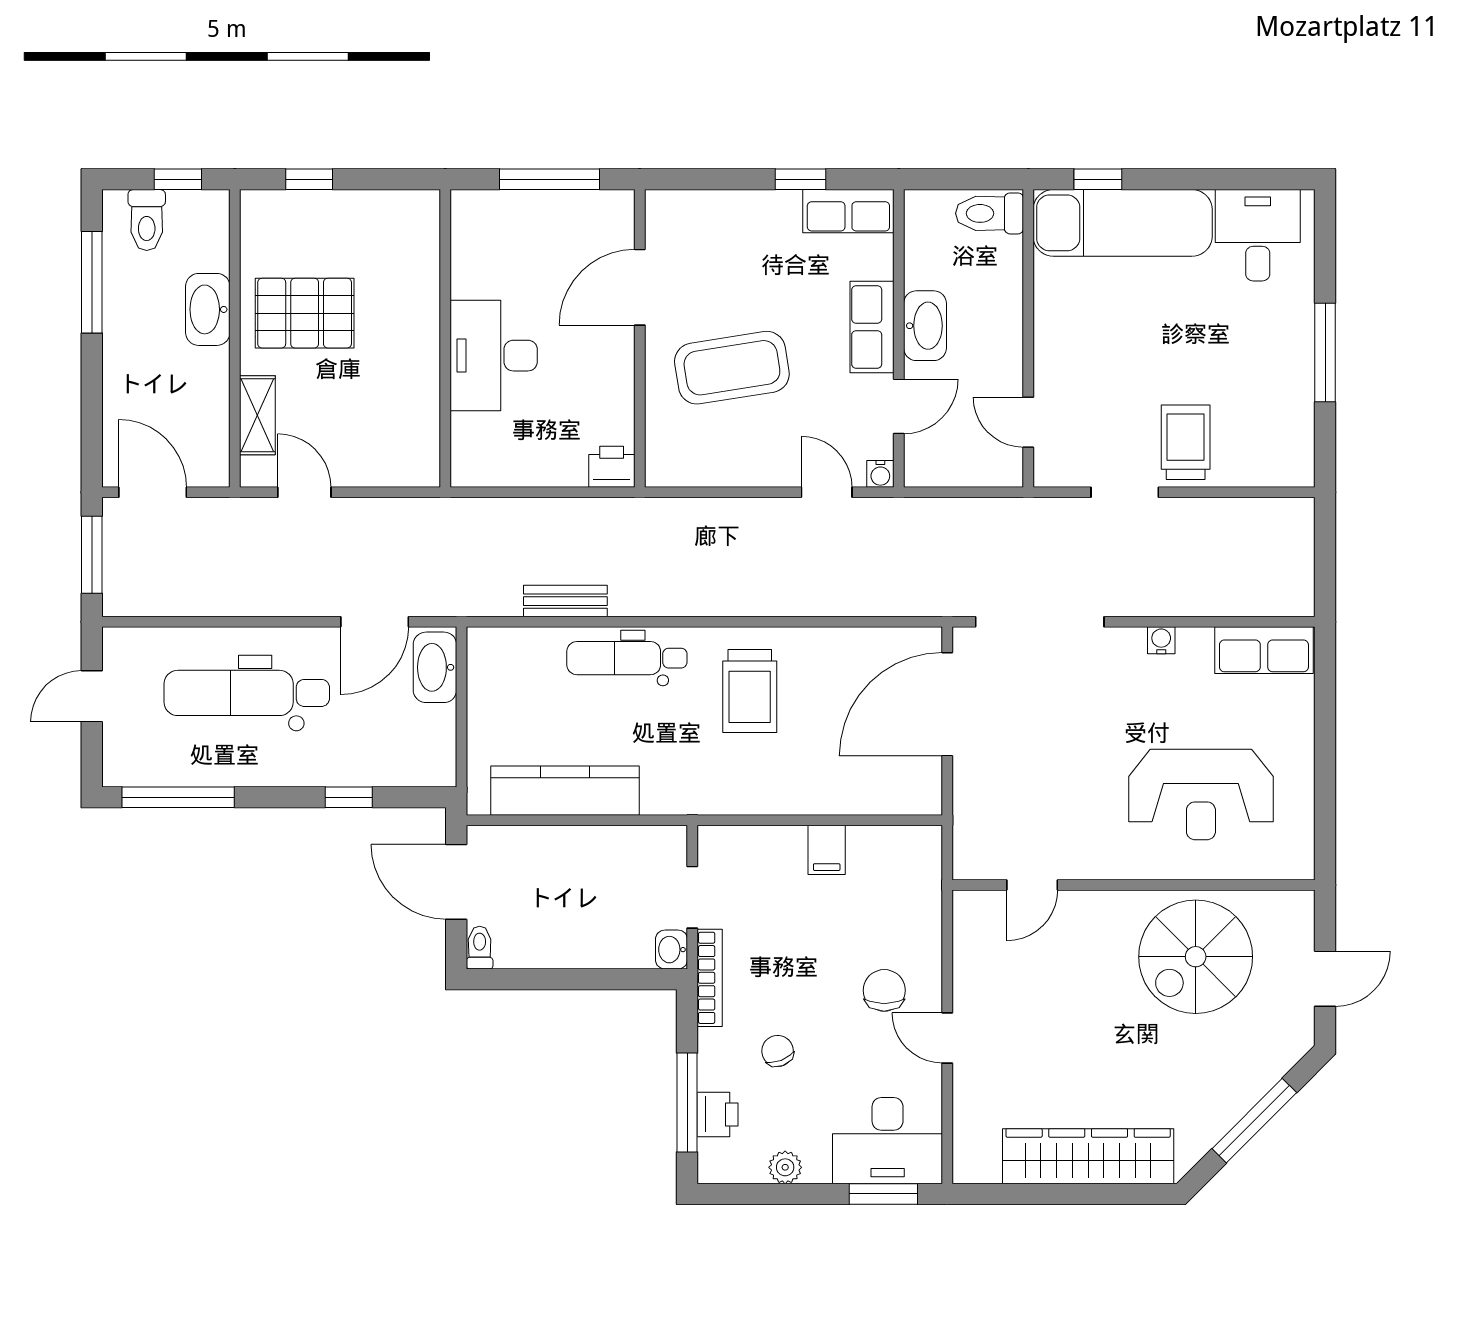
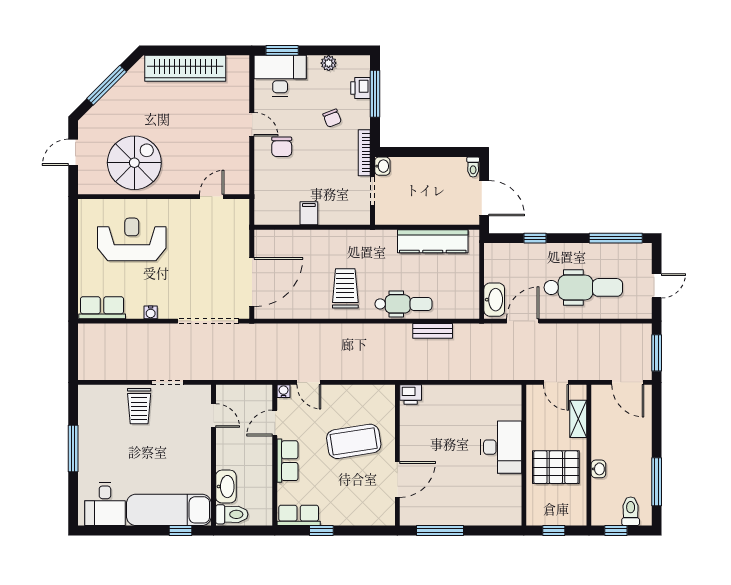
washbasin: (208, 309) -> (598, 469), width x0.52, depth x0.69
washbasin: (925, 326) -> (226, 487), moved, turned 180
wall: (445, 338) -> (524, 455), moved
desk: (494, 356) -> (501, 447), moved

